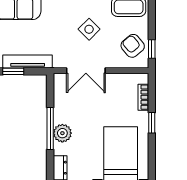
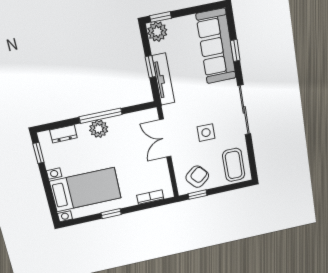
side table: (89, 29) -> (206, 133), turned 45
window: (152, 123) -> (111, 214), moved

